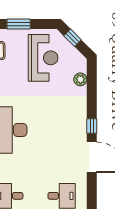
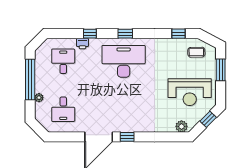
plant: (80, 79) -> (181, 126), moved

